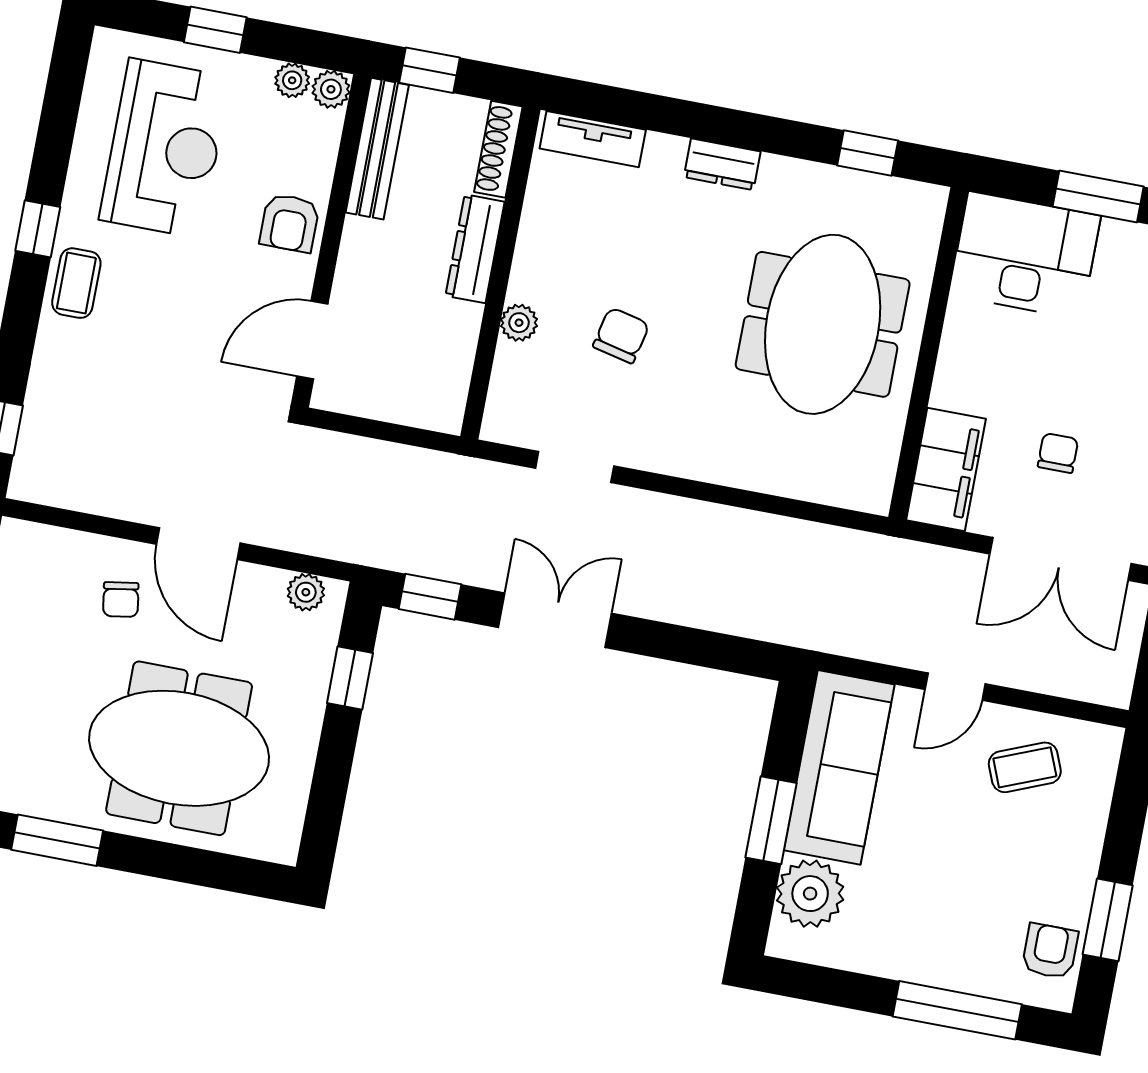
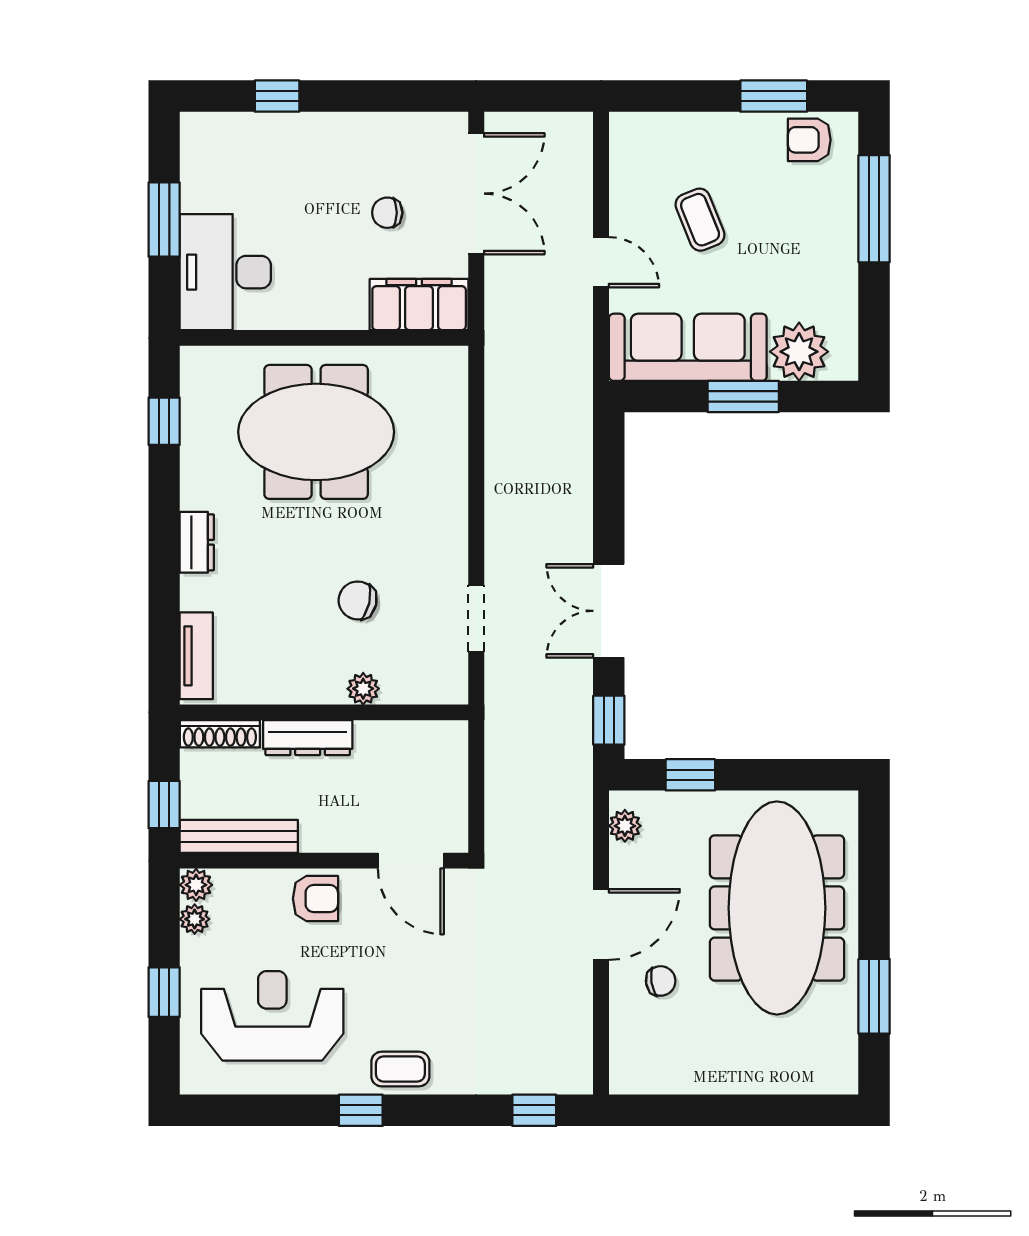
meeting table: (179, 748) -> (777, 908), width x1.36
coffee table: (1025, 767) -> (700, 220), moved

